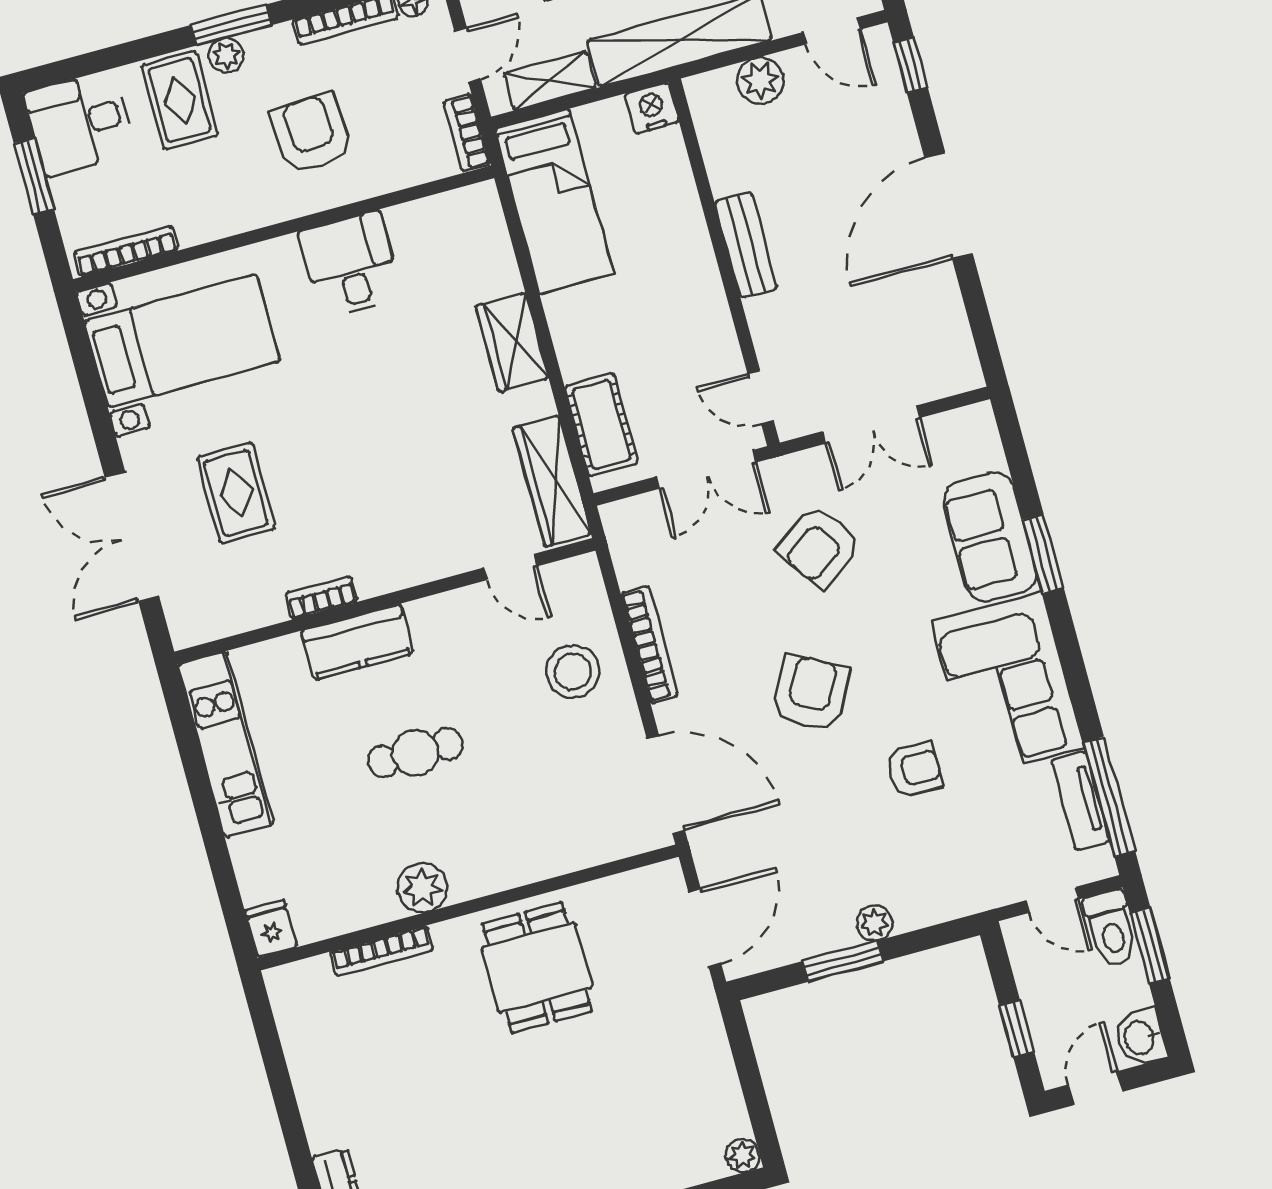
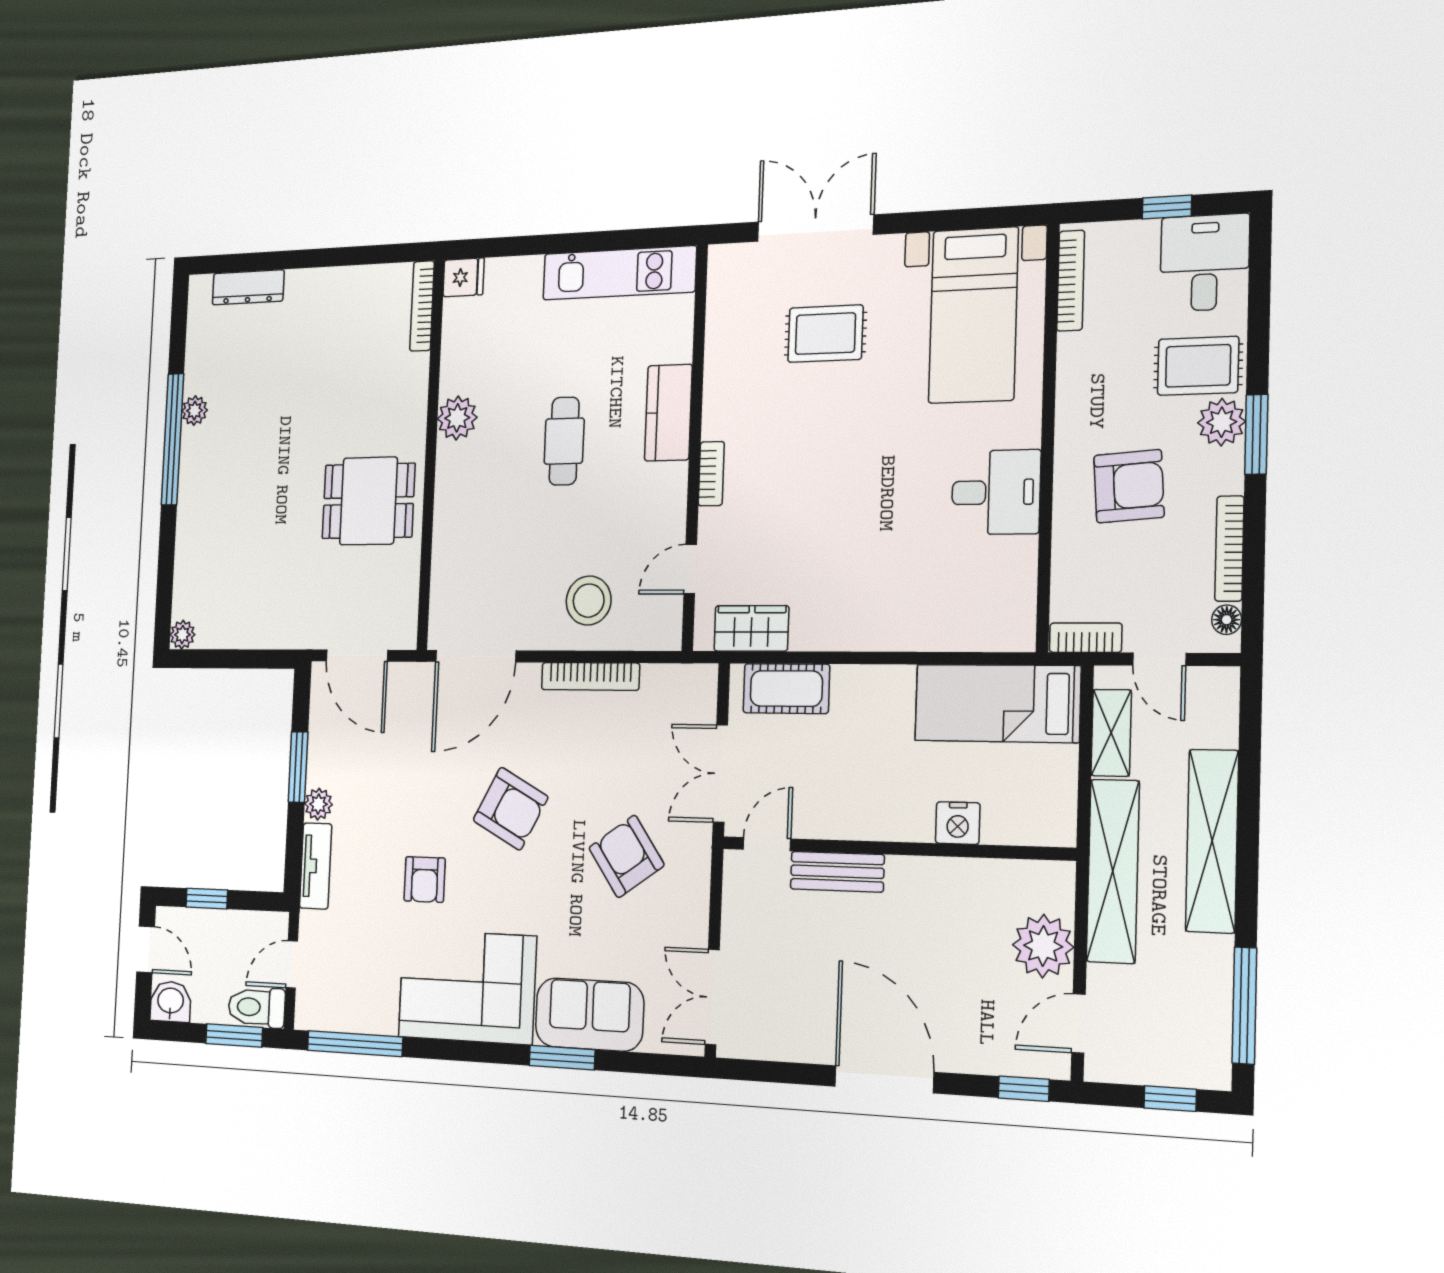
plant: (226, 55) -> (1222, 422), width x1.38, depth x1.38
plant: (760, 81) -> (1043, 946), width x1.36, depth x1.36
nightstand: (652, 108) -> (958, 823), moved, turned 90
window: (34, 176) -> (1167, 207), width x0.67
bench: (746, 245) -> (837, 872), moved
wardrobe: (512, 342) -> (882, 626), removed
double door: (871, 425) -> (712, 997), moved
wardrobe: (552, 481) -> (751, 628), width x0.67
bookcase: (321, 598) -> (711, 474), moved
tv unit: (1081, 801) -> (316, 866), moved, turned 90
bookcase: (382, 951) -> (422, 306), moved

